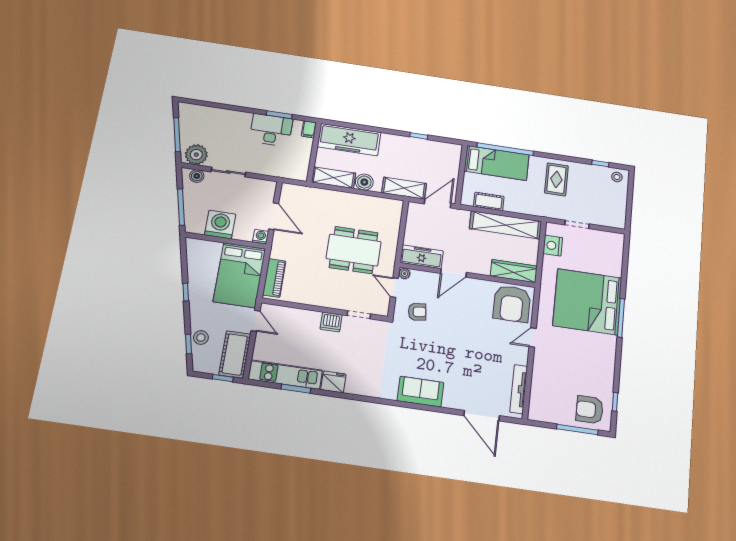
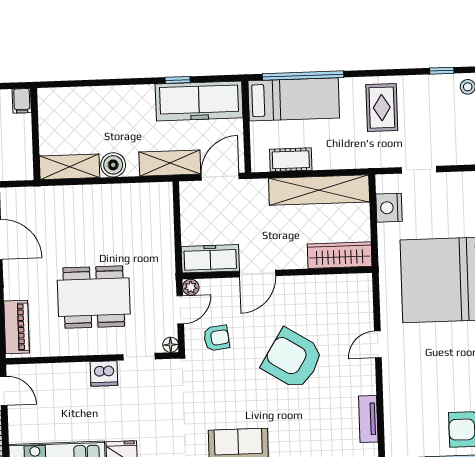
freezer: (349, 140) -> (199, 101), moved
dining table: (354, 250) -> (94, 297), moved
door: (394, 288) -> (180, 310), swing flipped
armchair: (512, 304) -> (292, 359), moved, turned 122
floor lamp: (383, 311) -> (171, 345), added
tv unit: (519, 389) -> (368, 419), width x0.71

